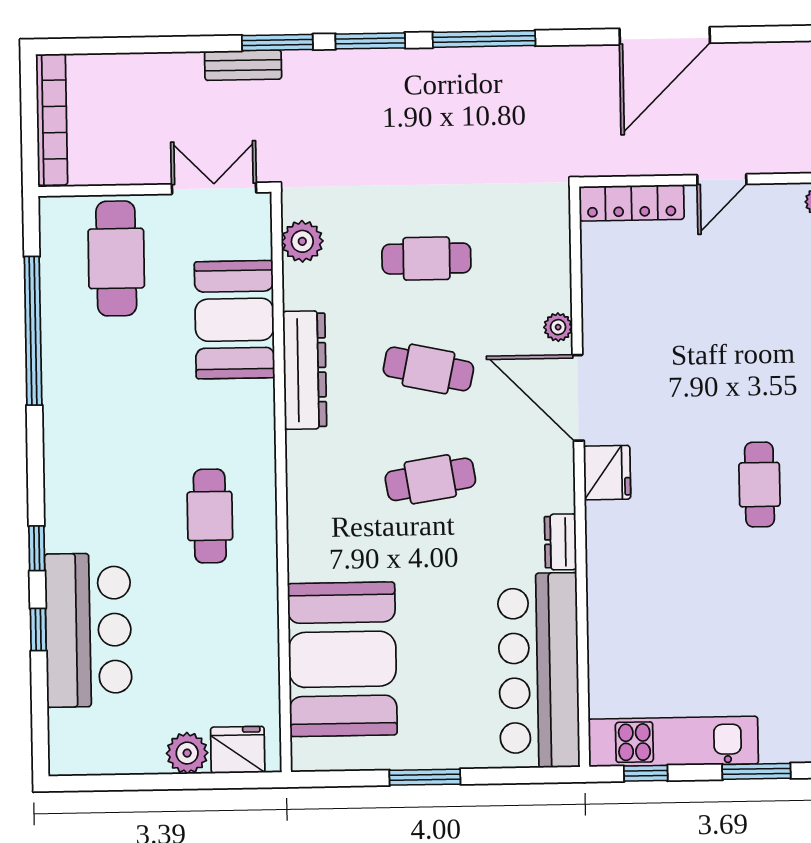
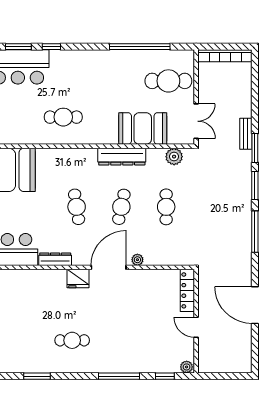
dresser: (561, 542) -> (55, 259), width x1.44
window: (38, 630) -> (18, 47), width x1.50

